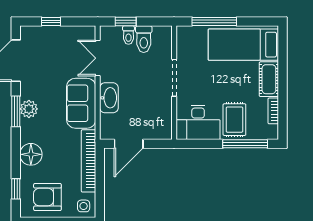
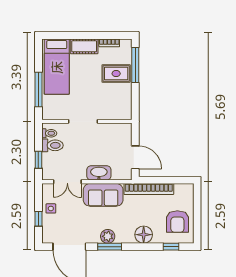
toilet: (128, 35) -> (49, 133), moved
desk: (198, 122) -> (118, 102), removed
side table: (84, 206) -> (51, 208), moved

